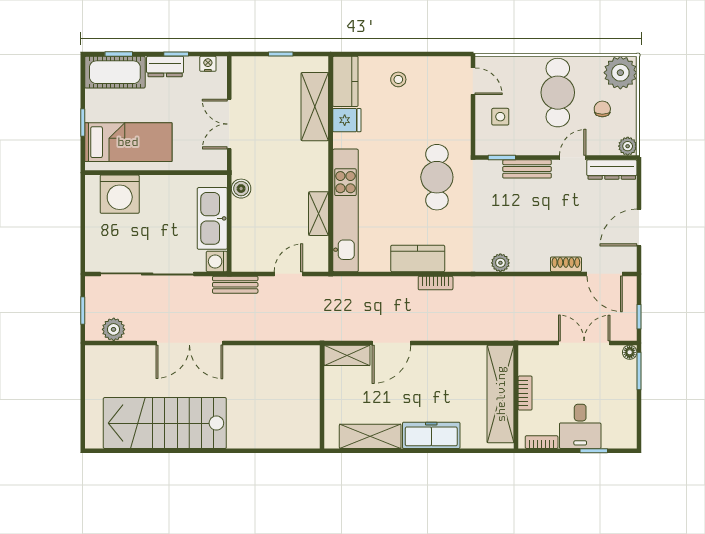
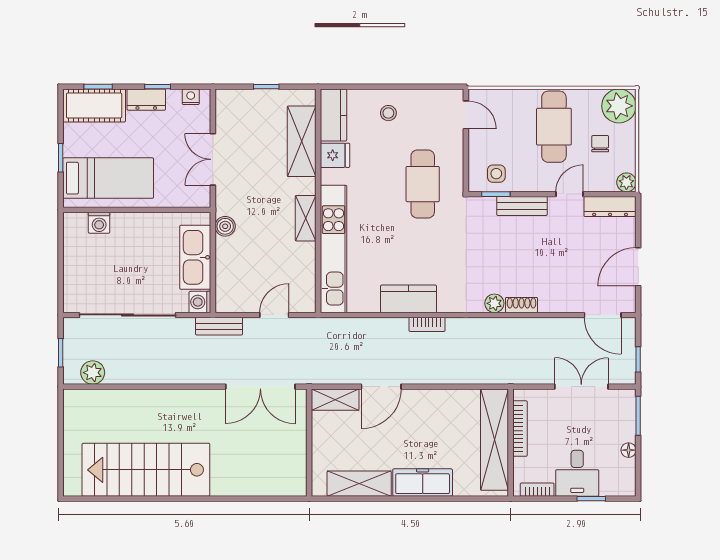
side table: (500, 117) -> (496, 174), moved
cafe table: (437, 177) -> (423, 184), moved
washing machine: (120, 194) -> (99, 223), width x0.53, depth x0.53
shelving: (319, 214) -> (306, 218), moved
shoe rack: (566, 264) -> (522, 305), moved
double door: (189, 343) -> (260, 387), moved
floor lamp: (630, 352) -> (629, 450), moved
bookcase: (525, 393) -> (520, 429), width x1.56

